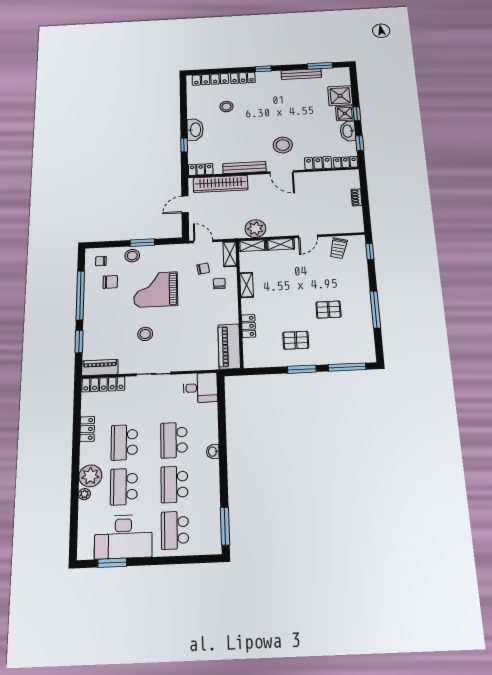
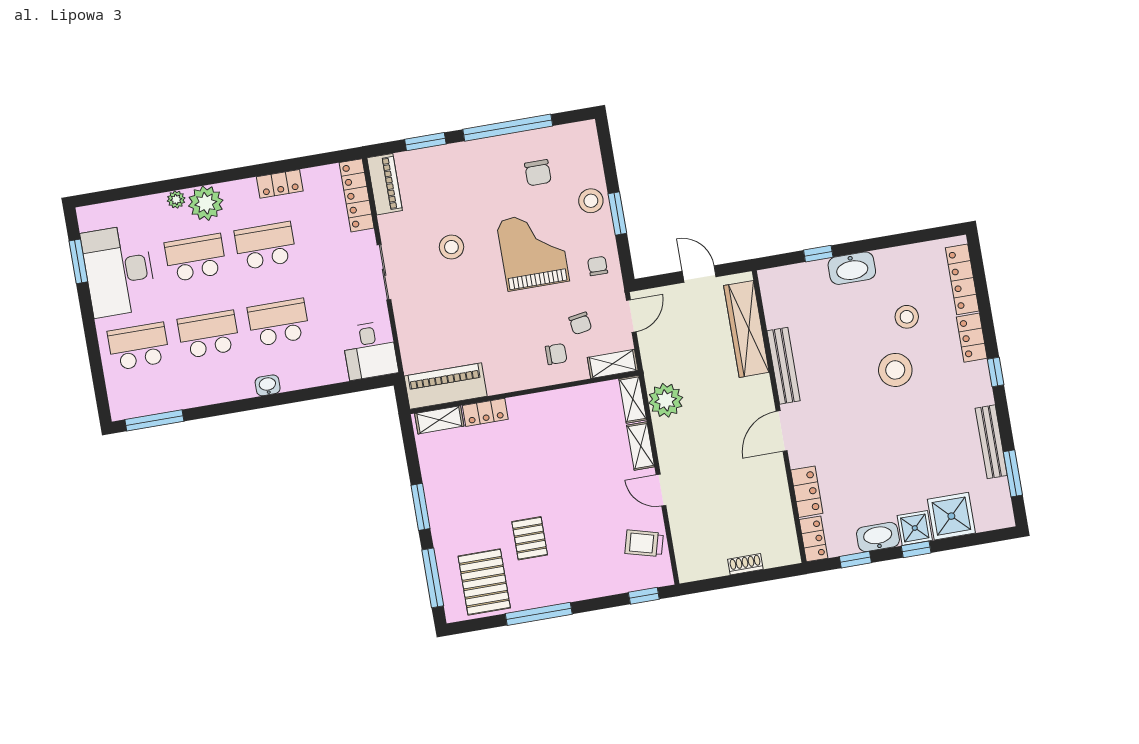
stool: (283, 145) -> (895, 370), moved
locker: (201, 169) -> (771, 290), removed
chair: (101, 261) -> (598, 266), moved
shelving: (247, 285) -> (439, 420), moved
pallet: (296, 340) -> (484, 582), moved, width x1.50, depth x1.42

